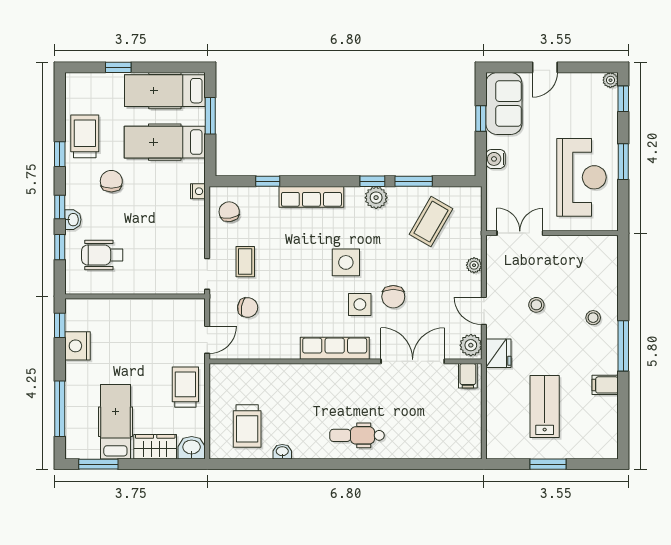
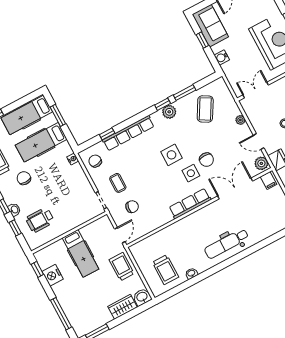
row of seats: (311, 197) -> (128, 133), width x1.36
hospital bed: (115, 422) -> (81, 253), moved, turned 180
dental chair: (357, 435) -> (226, 244), width x1.36, depth x1.38

